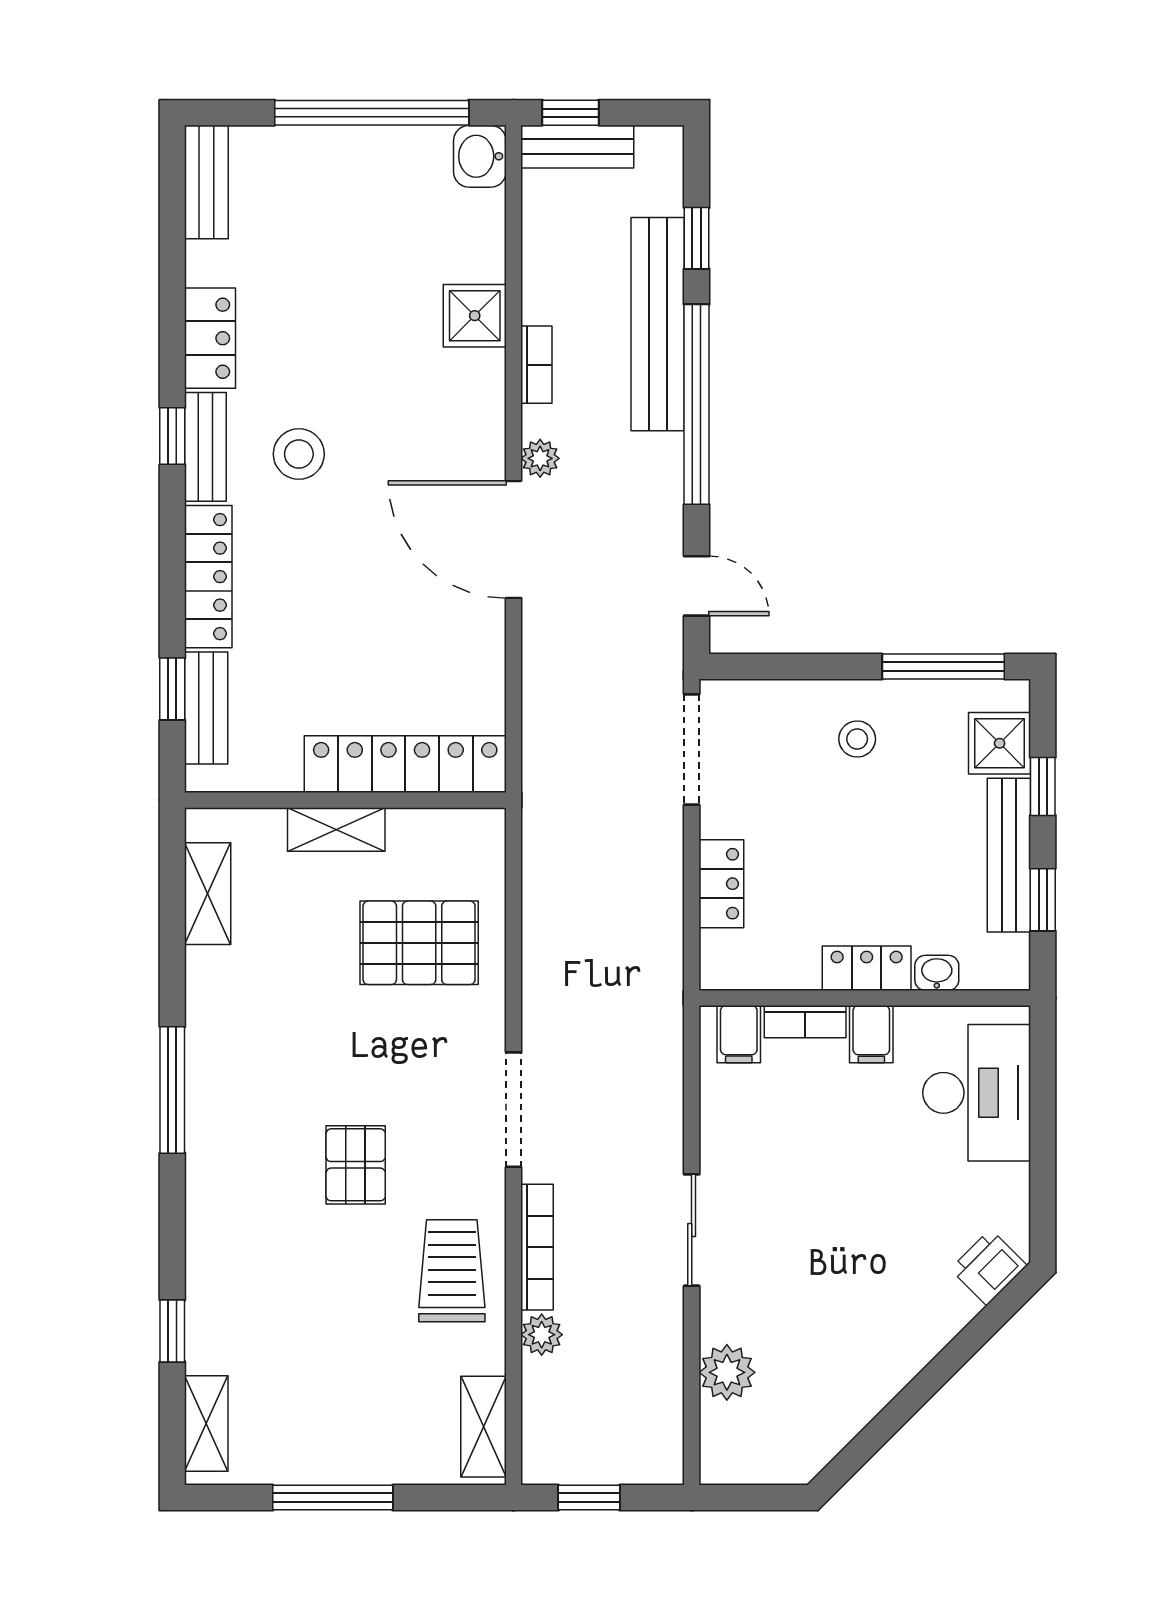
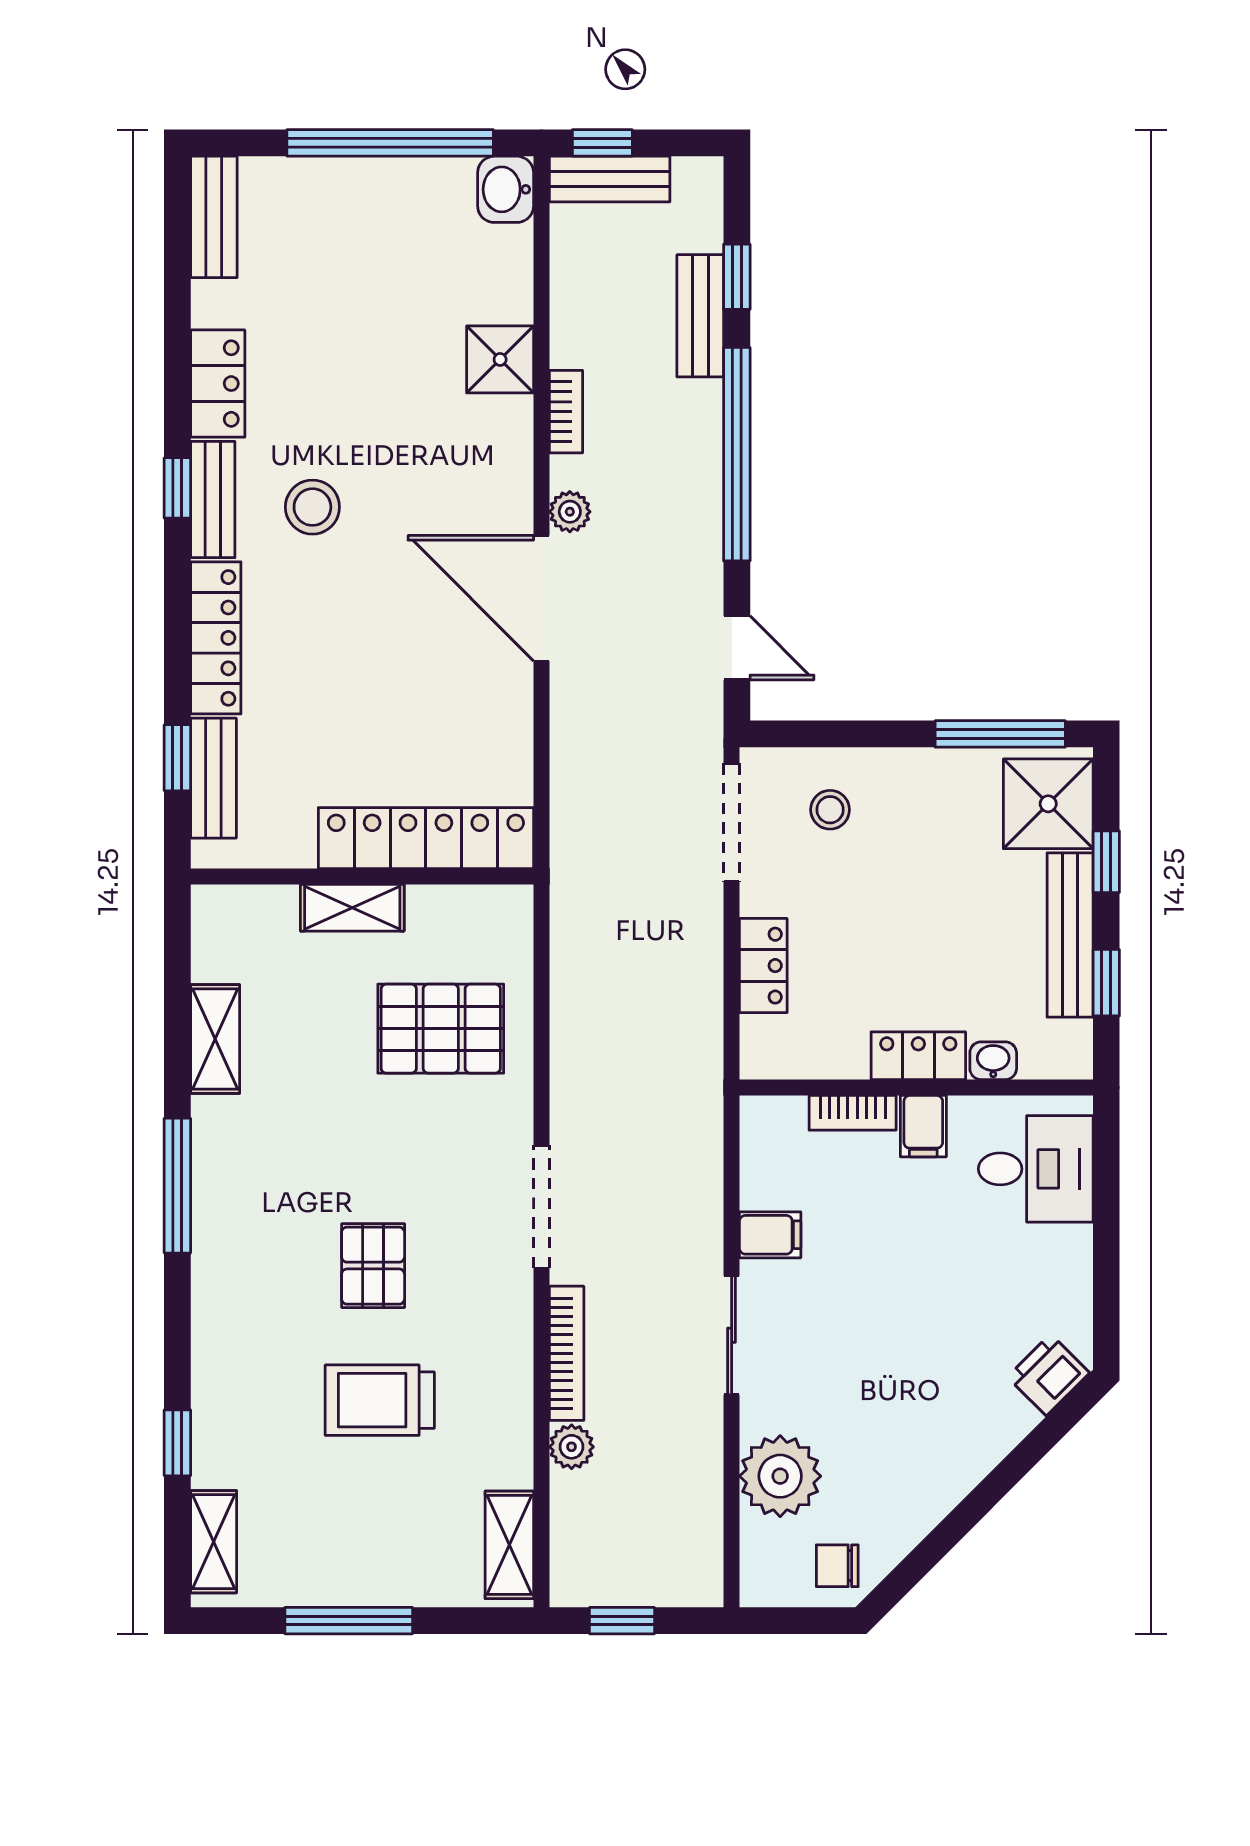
bench: (658, 324) -> (700, 316), width x0.54, depth x0.82
stool: (857, 739) -> (830, 810), moved
shower: (1000, 743) -> (1048, 804), width x1.36, depth x1.36
shelving: (208, 894) -> (215, 1039), moved
filing cabinet: (739, 1034) -> (770, 1235), moved, turned -90
desk: (977, 1093) -> (1036, 1169), width x0.73
trolley: (452, 1271) -> (380, 1400), moved, turned -90
plant: (727, 1372) -> (780, 1476), width x1.36, depth x1.36
chair: (791, 1446) -> (837, 1566), added

